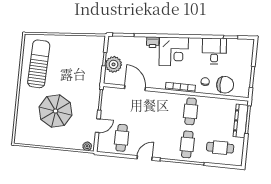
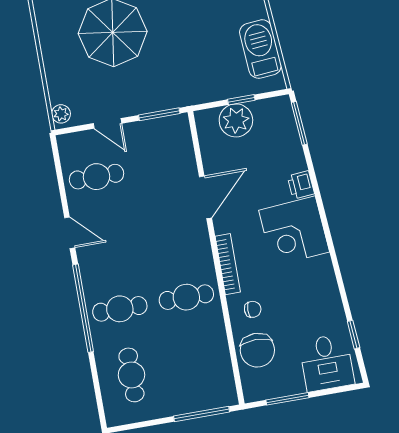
barbecue: (83, 43) -> (260, 49), added
desk: (214, 51) -> (327, 363), moved, turned 94
door: (135, 88) -> (205, 197), moved
dresser: (240, 121) -> (195, 400), removed

